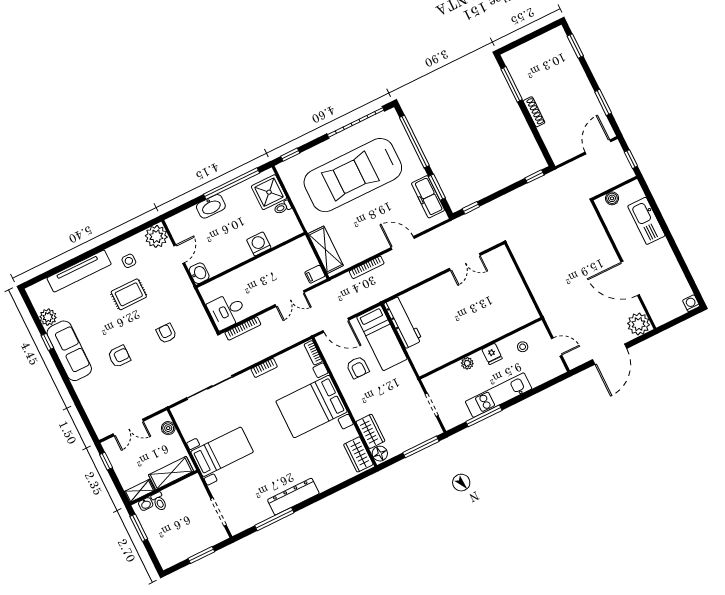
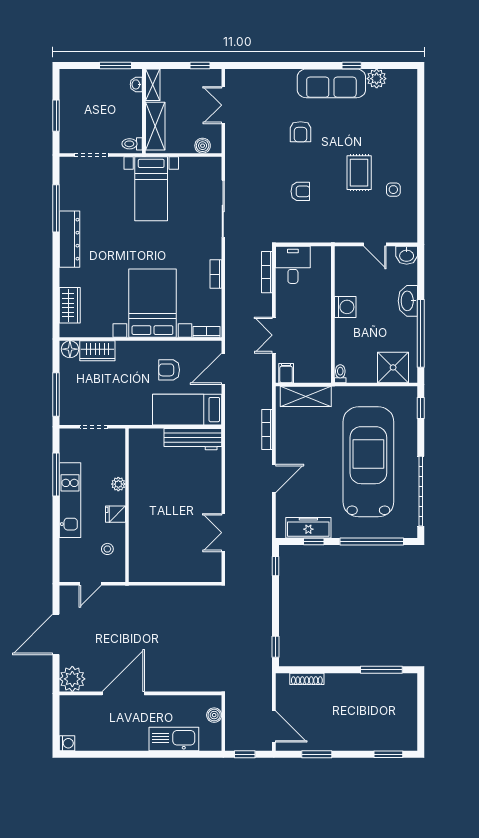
shoe rack: (534, 112) -> (307, 679), moved
window: (437, 187) -> (314, 542), width x0.67
toilet: (283, 207) -> (340, 374), moved
plant: (156, 236) -> (405, 230), removed
washing machine: (259, 244) -> (345, 307), moved
tv unit: (79, 271) -> (408, 133), removed
washbasin: (199, 273) -> (407, 255), moved
door: (610, 354) -> (56, 634), hinge flipped
wardrobe: (358, 454) -> (70, 305), moved, turned 90
toilet: (159, 501) -> (132, 144), moved

